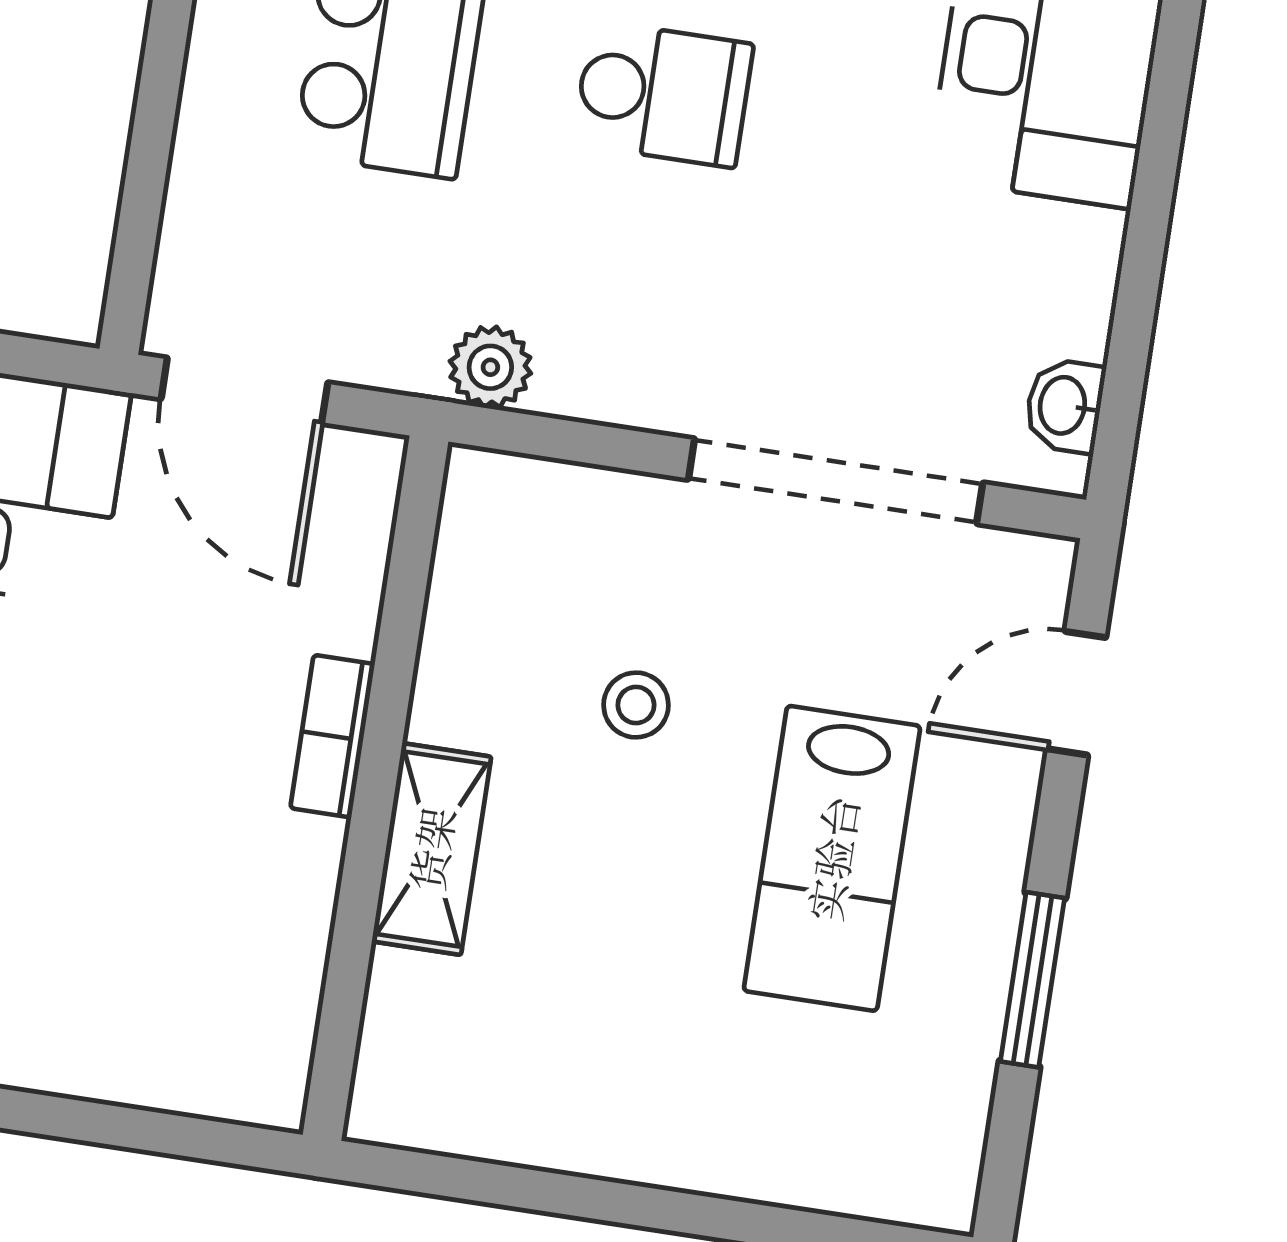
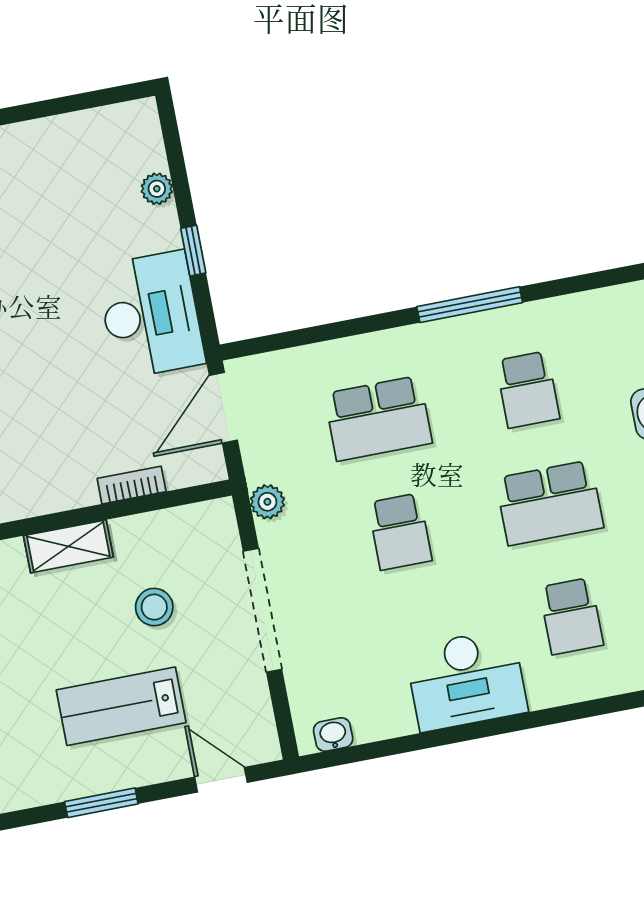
doorway: (836, 481) -> (262, 610), moved
stool: (636, 705) -> (154, 607), width x1.37, depth x1.37
bookcase: (332, 736) -> (132, 485), moved

